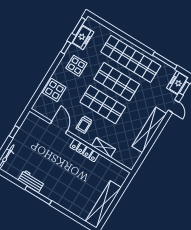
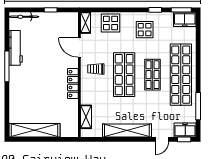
freezer: (83, 37) -> (185, 19), moved
shop shelf: (117, 82) -> (152, 75), width x0.70, depth x0.74
shelving: (42, 110) -> (85, 23), added
door: (59, 127) -> (79, 48), swing flipped
shelving: (103, 147) -> (86, 117), moved
workbench: (31, 181) -> (16, 48), width x1.38

